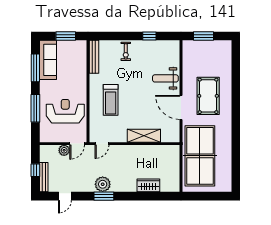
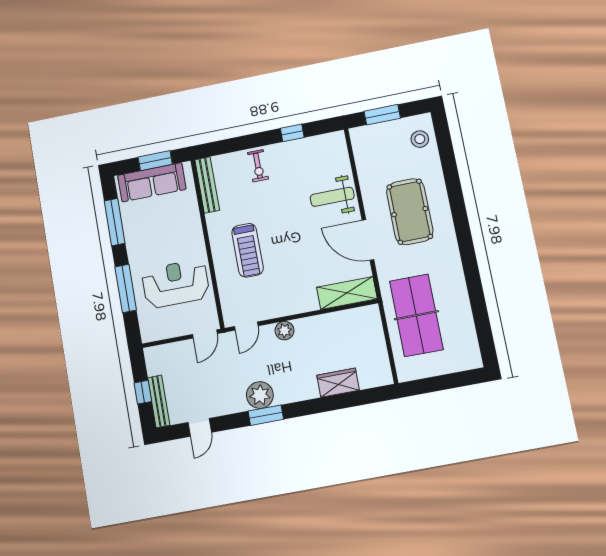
stool: (222, 55) -> (420, 139), added
sofa: (48, 60) -> (152, 182), moved, turned 90
shelving: (144, 136) -> (347, 293), moved
plant: (64, 150) -> (284, 331), moved
table tennis table: (200, 156) -> (416, 315), width x0.73, depth x0.76

